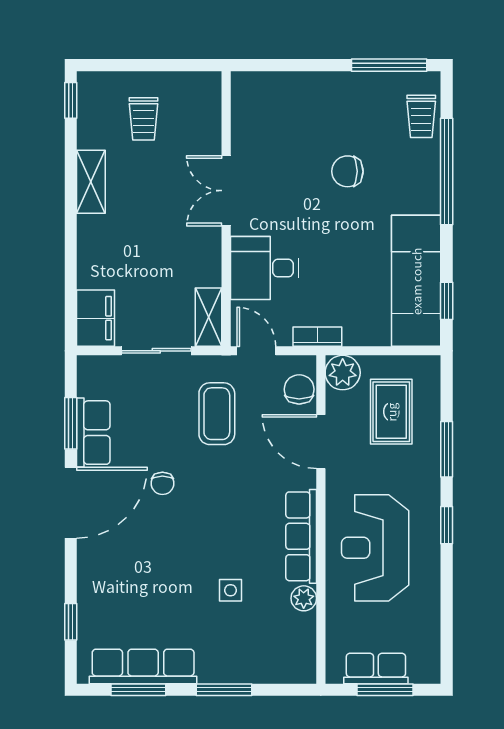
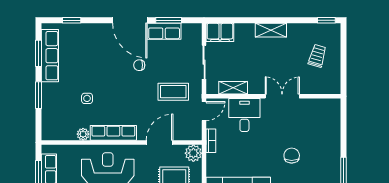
trolley: (143, 119) -> (317, 56), turned 106
shelving: (91, 182) -> (271, 30), moved
shelving: (209, 317) -> (233, 88), moved
chair: (299, 389) -> (185, 132), removed

